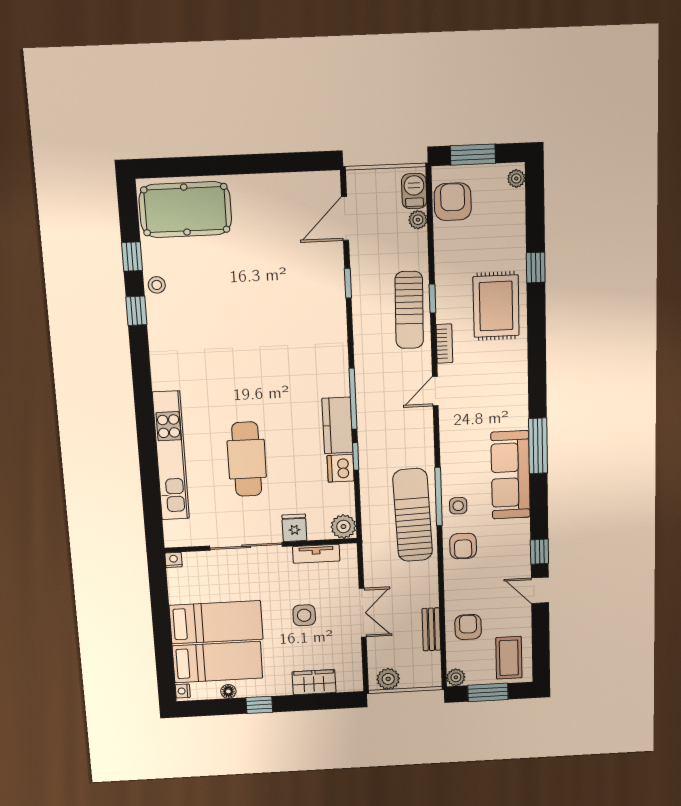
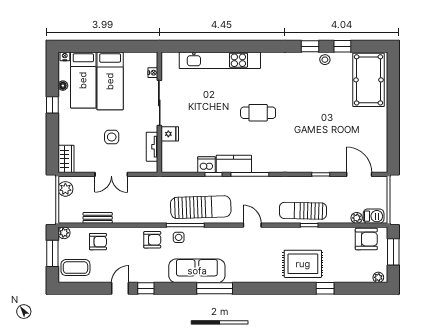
bookcase: (444, 344) -> (281, 232), removed
cafe table: (247, 459) -> (258, 113), moved, width x0.73, depth x0.74
sun lounger: (413, 515) -> (201, 207), moved
plant: (343, 527) -> (169, 165), removed
armchair: (463, 546) -> (152, 240), turned 180
nightstand: (174, 560) -> (153, 73), moved
wardrobe: (314, 682) -> (66, 159), moved

